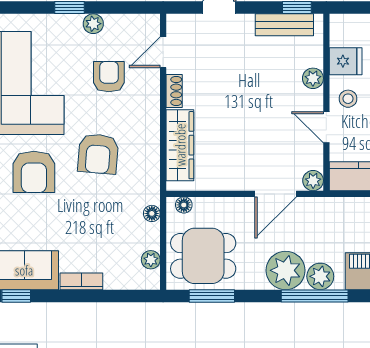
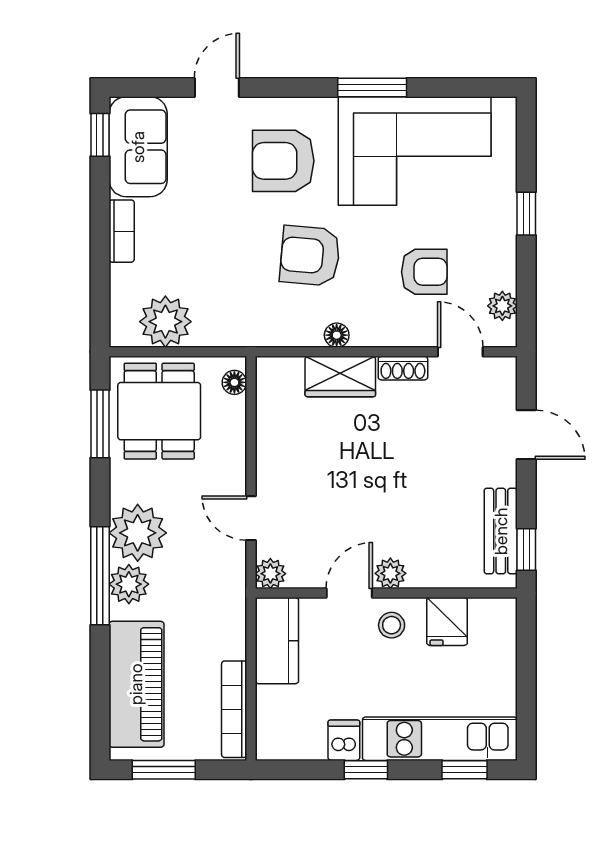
plant: (93, 24) -> (502, 306), moved
plant: (313, 78) -> (390, 573), moved
wardrobe: (180, 145) -> (340, 376), width x0.67
door: (276, 194) -> (251, 518), width x0.73
floor lamp: (152, 213) -> (337, 335), moved
plant: (151, 260) -> (165, 322), width x1.87, depth x1.87

